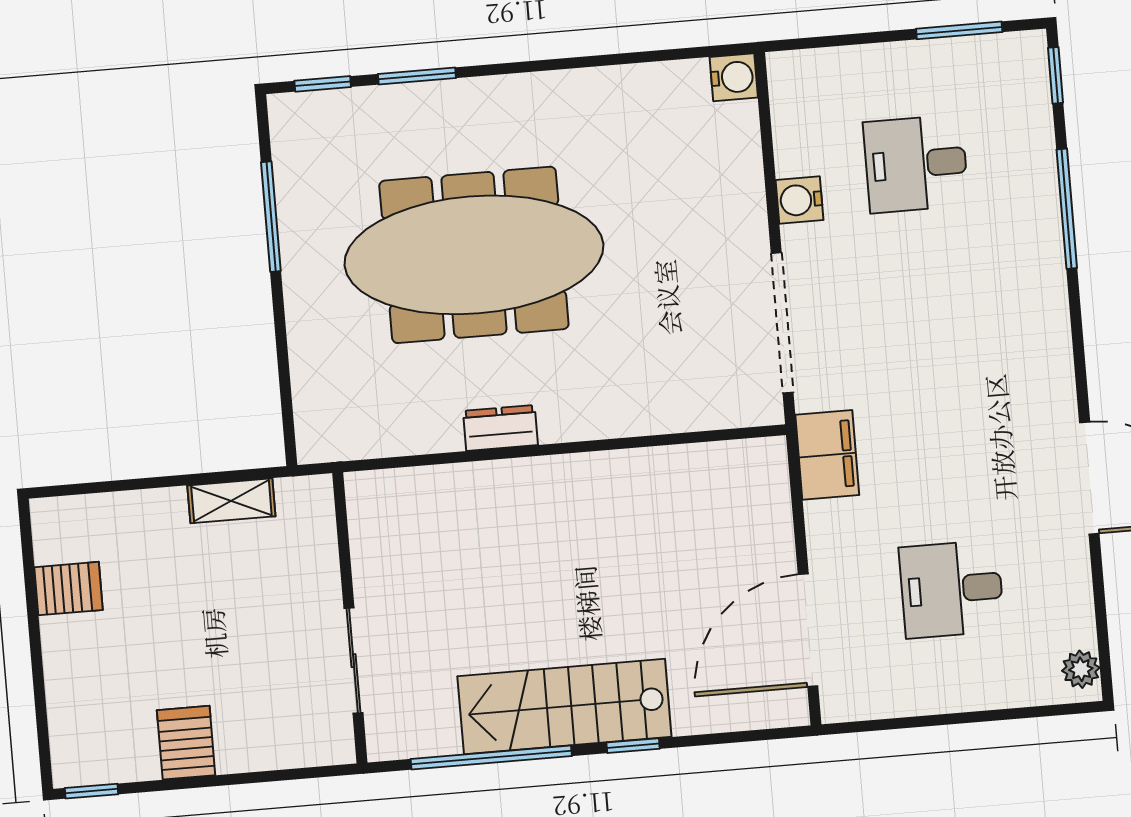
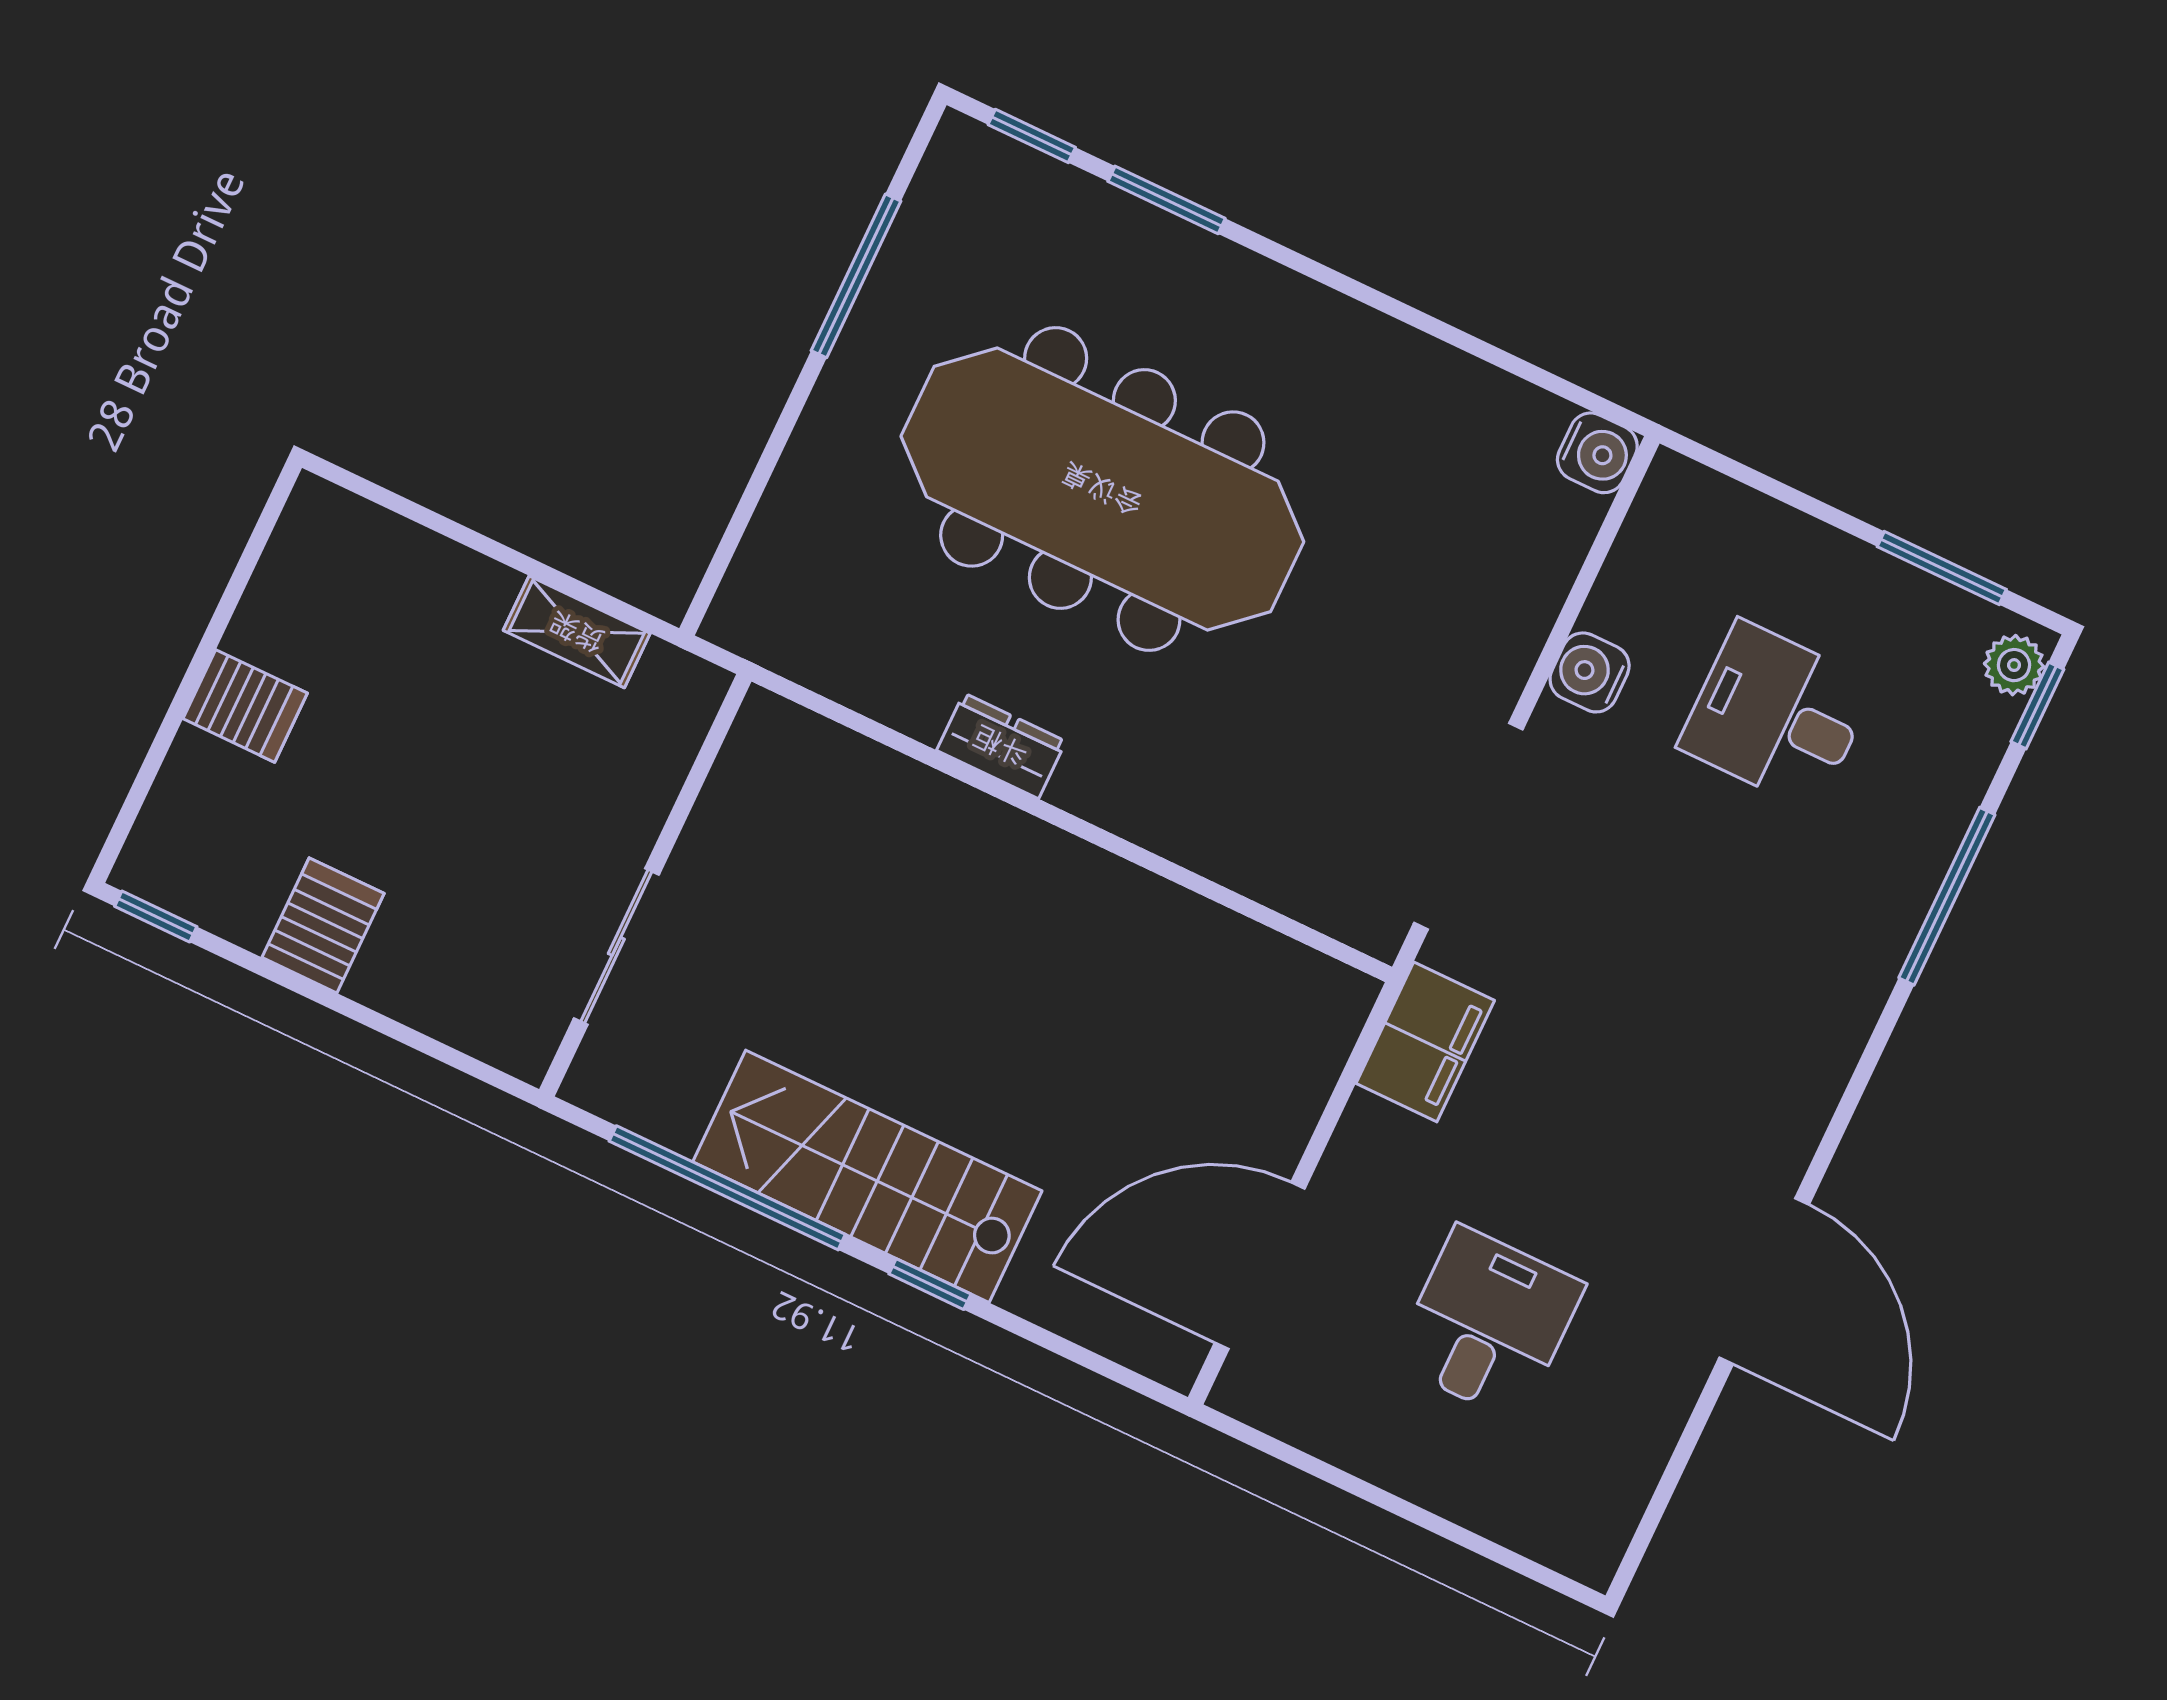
server rack: (68, 589) -> (245, 706), moved
desk: (952, 589) -> (1488, 1323), turned 90
plant: (1081, 669) -> (2014, 665), moved

